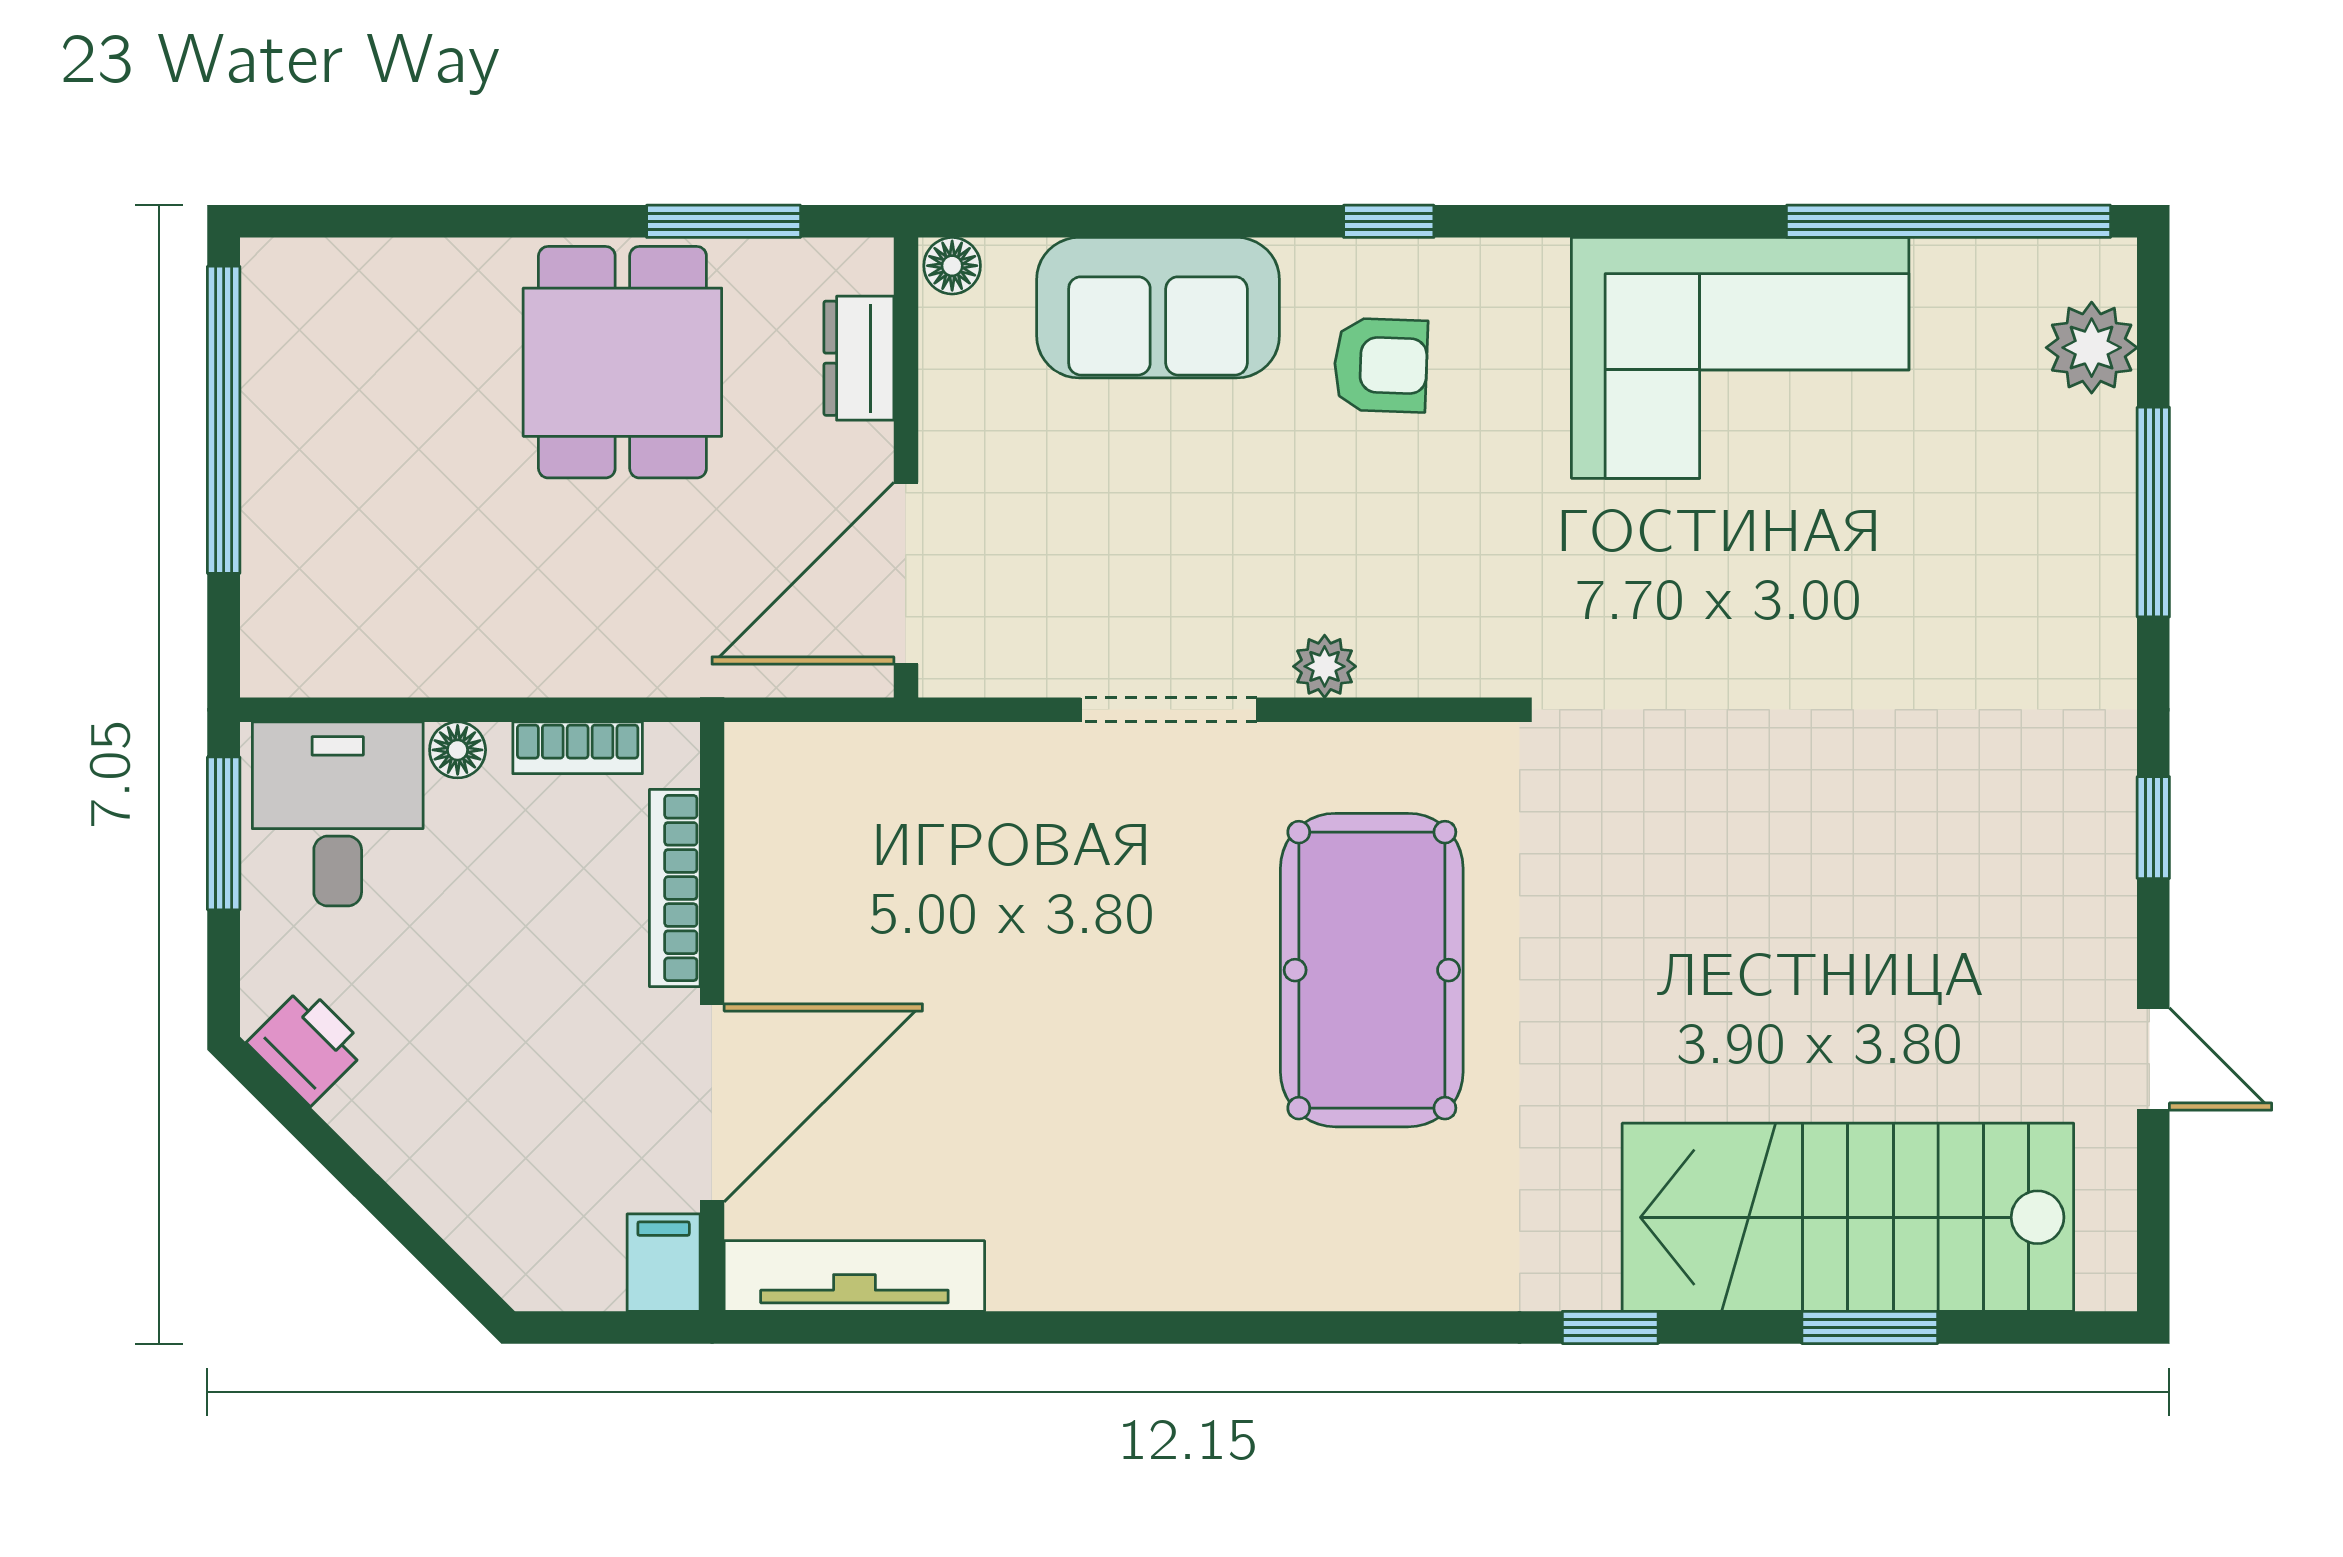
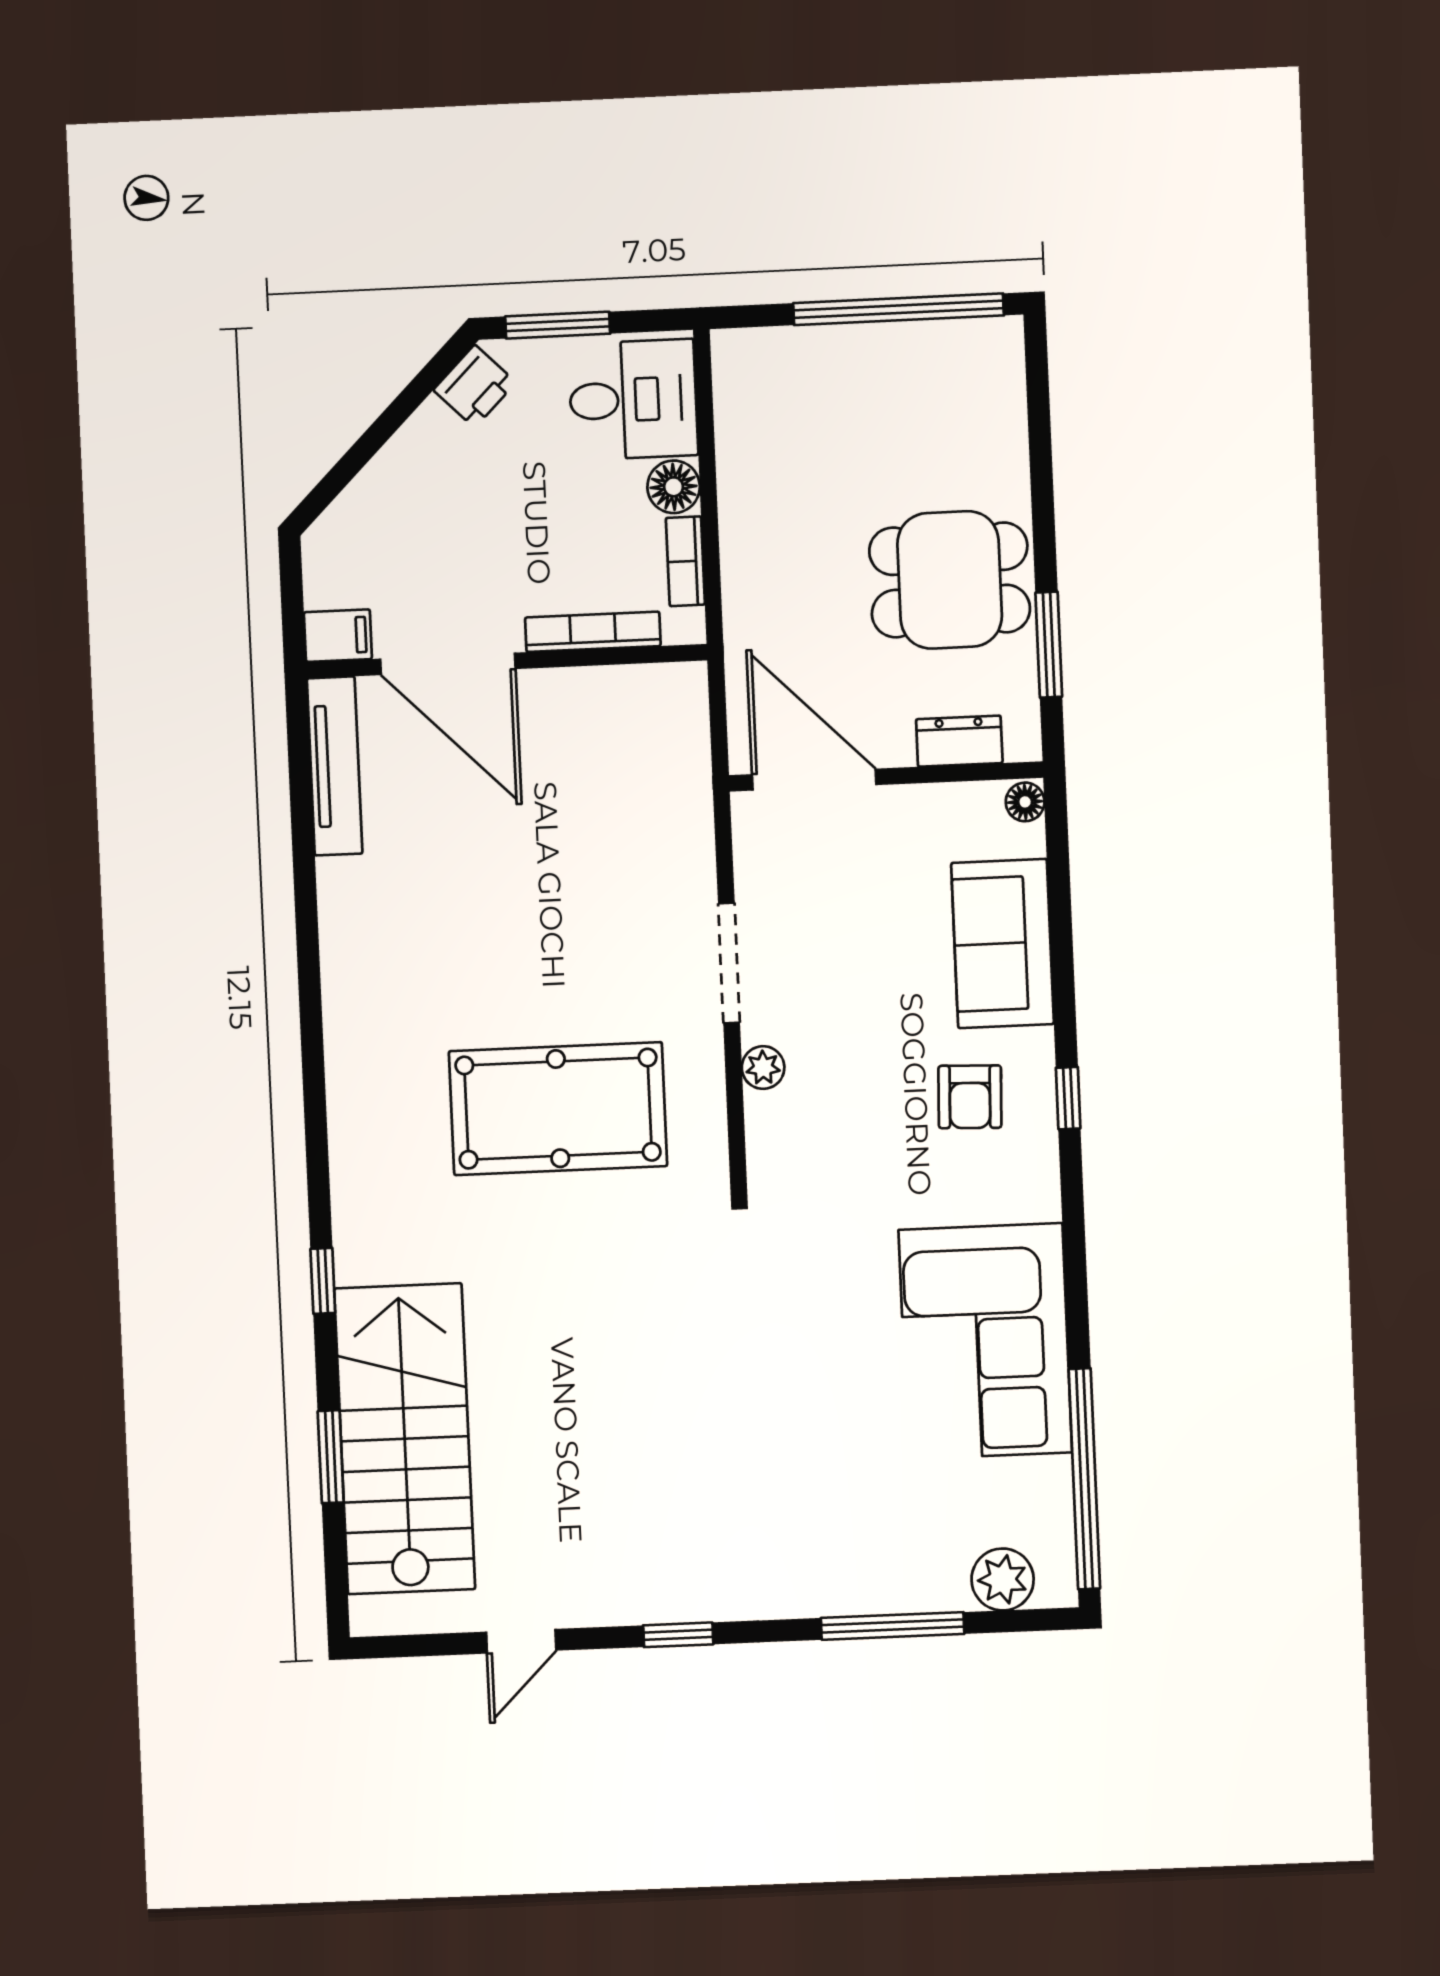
floor lamp: (458, 750) -> (674, 487), width x1.37, depth x1.37
window: (224, 833) -> (558, 325), moved

